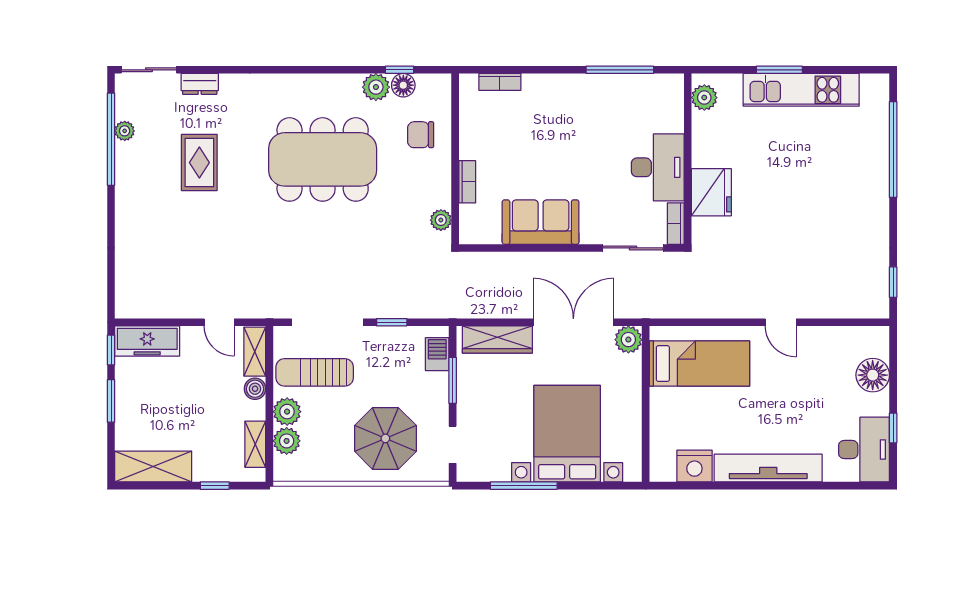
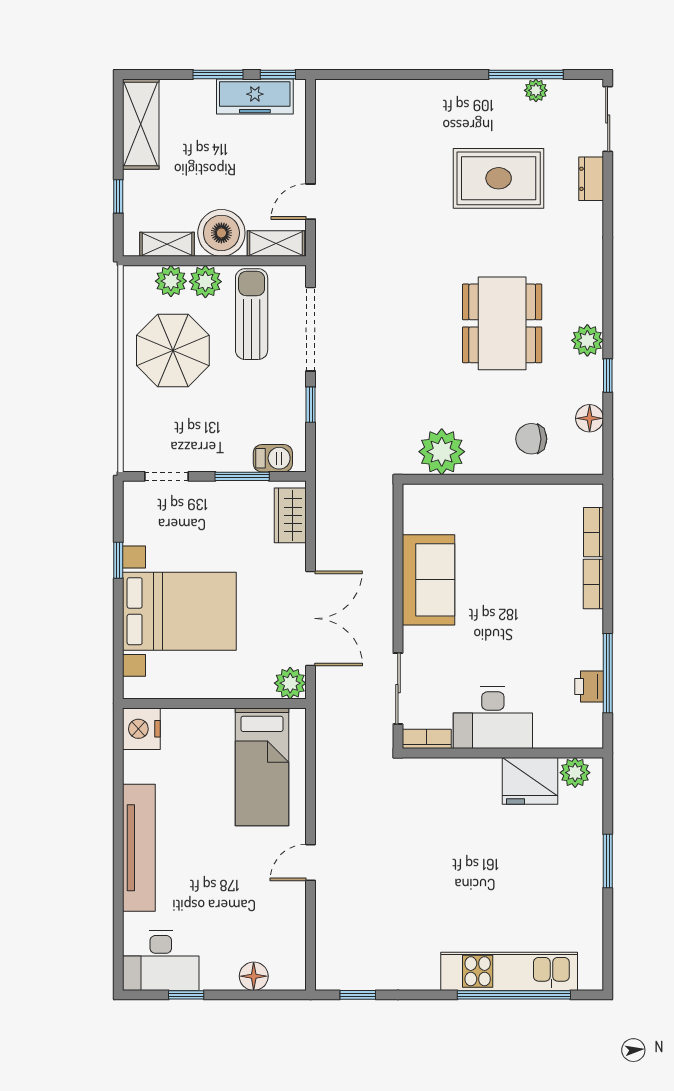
window: (400, 70) -> (608, 376), moved
printer: (631, 86) -> (589, 686), added
plant: (376, 87) -> (587, 340), moved
kitchen unit: (801, 90) -> (509, 971), moved, turned 90
chair: (421, 135) -> (531, 439), turned -90
window: (111, 139) -> (526, 74), width x0.68
dining table: (323, 159) -> (502, 323), width x0.73, depth x0.80
rug: (199, 163) -> (499, 178), width x1.36, depth x1.43
bookcase: (467, 182) -> (593, 584), moved, turned 90
fridge: (711, 192) -> (530, 781), moved
plant: (441, 220) -> (442, 452), width x1.88, depth x1.88
wardrobe: (497, 339) -> (290, 515), width x0.67
freezer: (147, 341) -> (255, 96), moved, turned -90
floor lamp: (873, 375) -> (254, 976), width x0.73, depth x0.73
boiler: (255, 389) -> (221, 233), width x1.86, depth x1.86
parasol: (385, 438) -> (173, 350), moved
nightstand: (694, 466) -> (141, 729), moved
window: (524, 486) -> (118, 560), width x0.46

